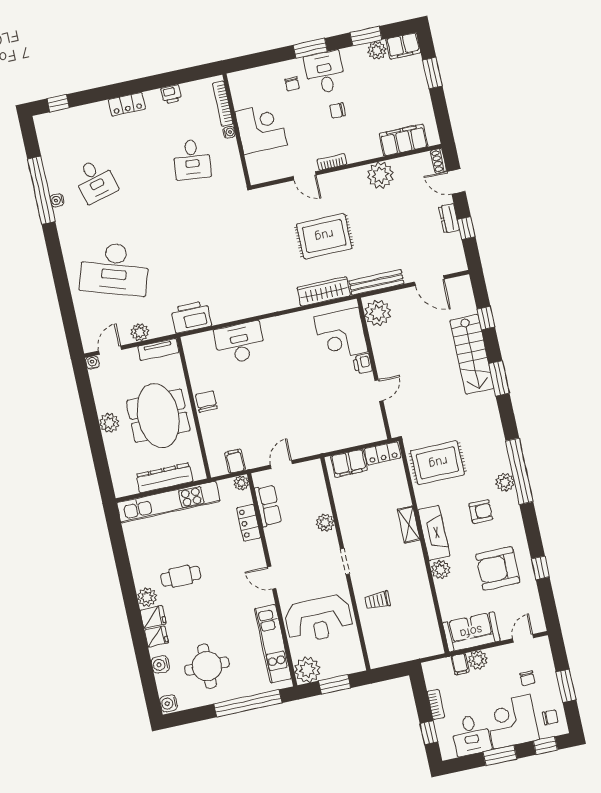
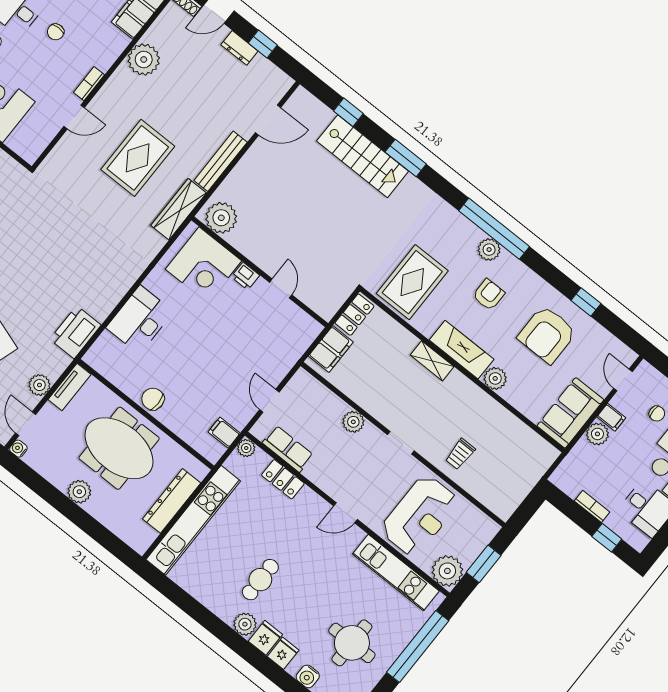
plant: (378, 313) -> (221, 218), moved
corner desk: (341, 334) -> (203, 265), moved
printer: (363, 364) -> (245, 276), moved
wall: (374, 368) -> (260, 272), moved
door: (379, 391) -> (281, 289), moved
filing cabinet: (460, 664) -> (611, 417), moved

